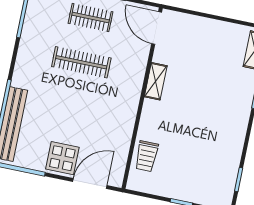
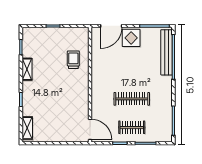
shelving: (156, 81) -> (27, 69), moved
trolley: (147, 156) -> (73, 60), moved

